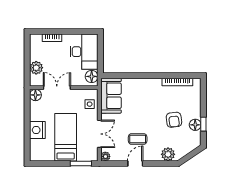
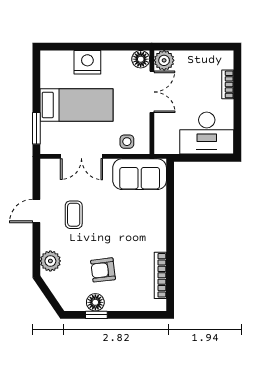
plant: (36, 68) -> (164, 60), moved
floor lamp: (92, 76) -> (169, 145), removed
plant: (105, 156) -> (47, 166), removed
door: (135, 164) -> (36, 211), swing flipped

